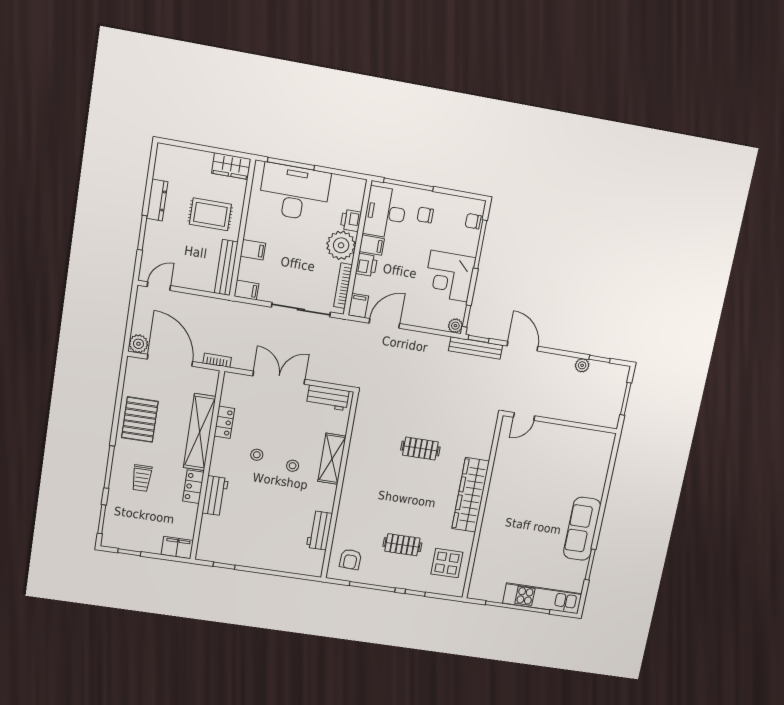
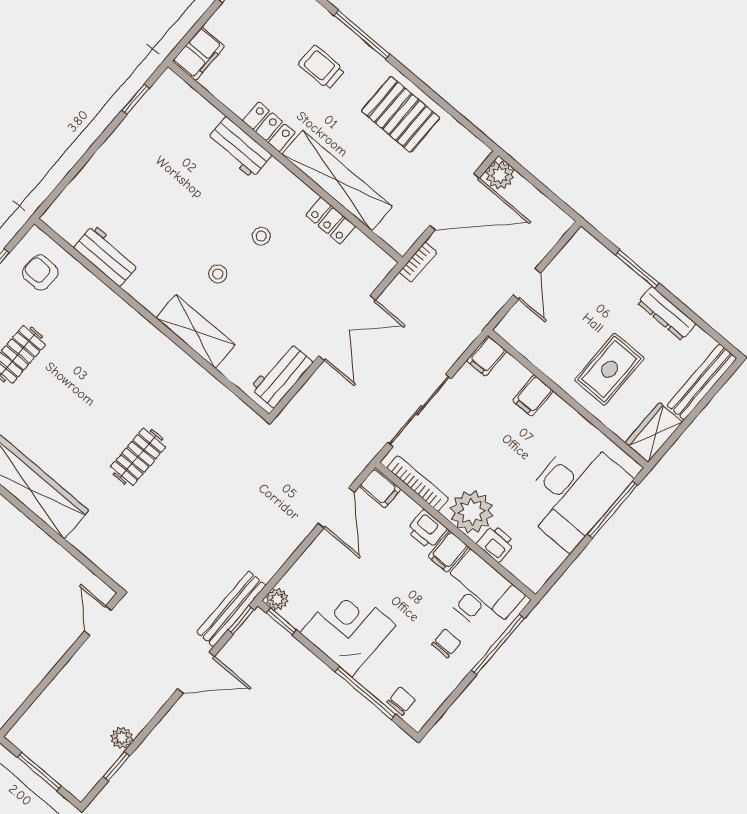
bench: (226, 268) -> (702, 382), moved, turned 90
door: (159, 286) -> (527, 284), moved

